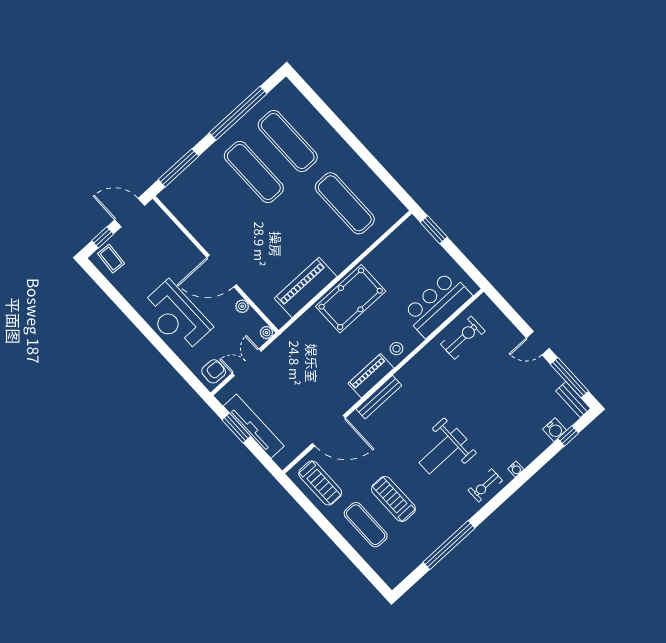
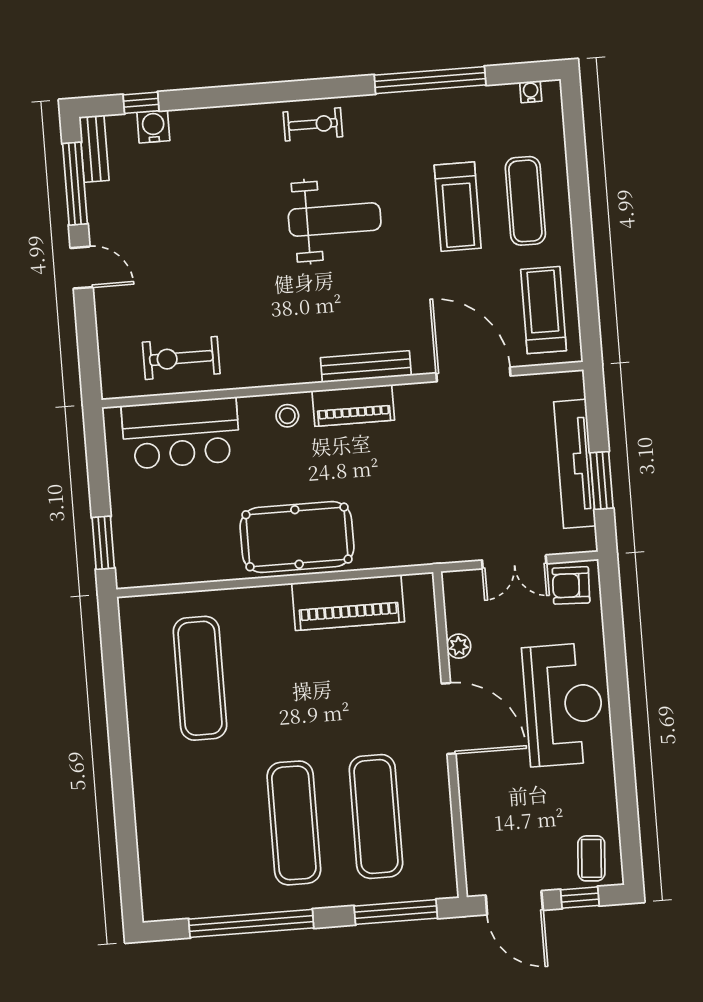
exercise mat: (288, 141) -> (376, 816), moved
plant: (266, 333) -> (453, 582), removed
water cooler: (516, 469) -> (531, 92), moved

